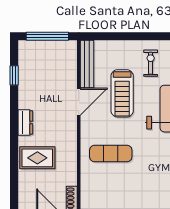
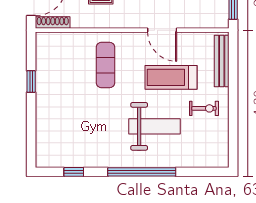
bench: (87, 64) -> (222, 61), moved, turned 90

